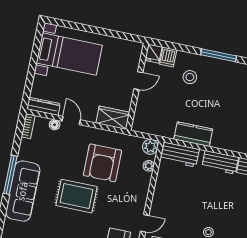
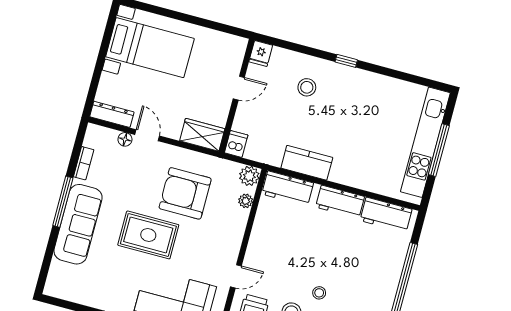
window: (219, 55) -> (346, 61), width x0.46
dishwasher: (168, 57) -> (236, 144), moved, turned 180
bookcase: (28, 126) -> (84, 163), moved
armchair: (102, 163) -> (185, 193), turned 90

